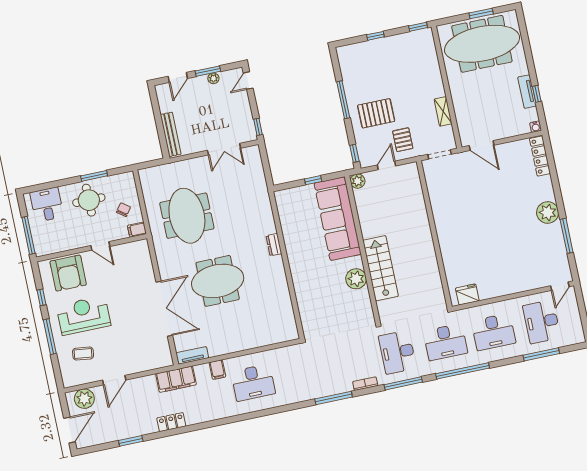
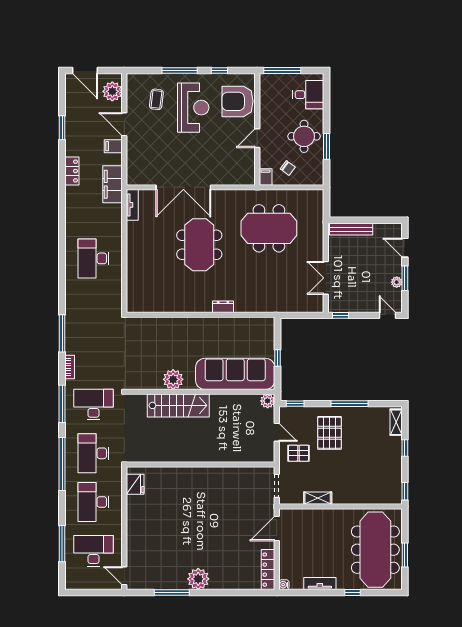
shelving: (352, 50) -> (396, 422), added
window: (537, 94) -> (353, 592), moved
locker: (540, 156) -> (268, 570), moved, turned -90
filing cabinet: (217, 370) -> (113, 146), moved

